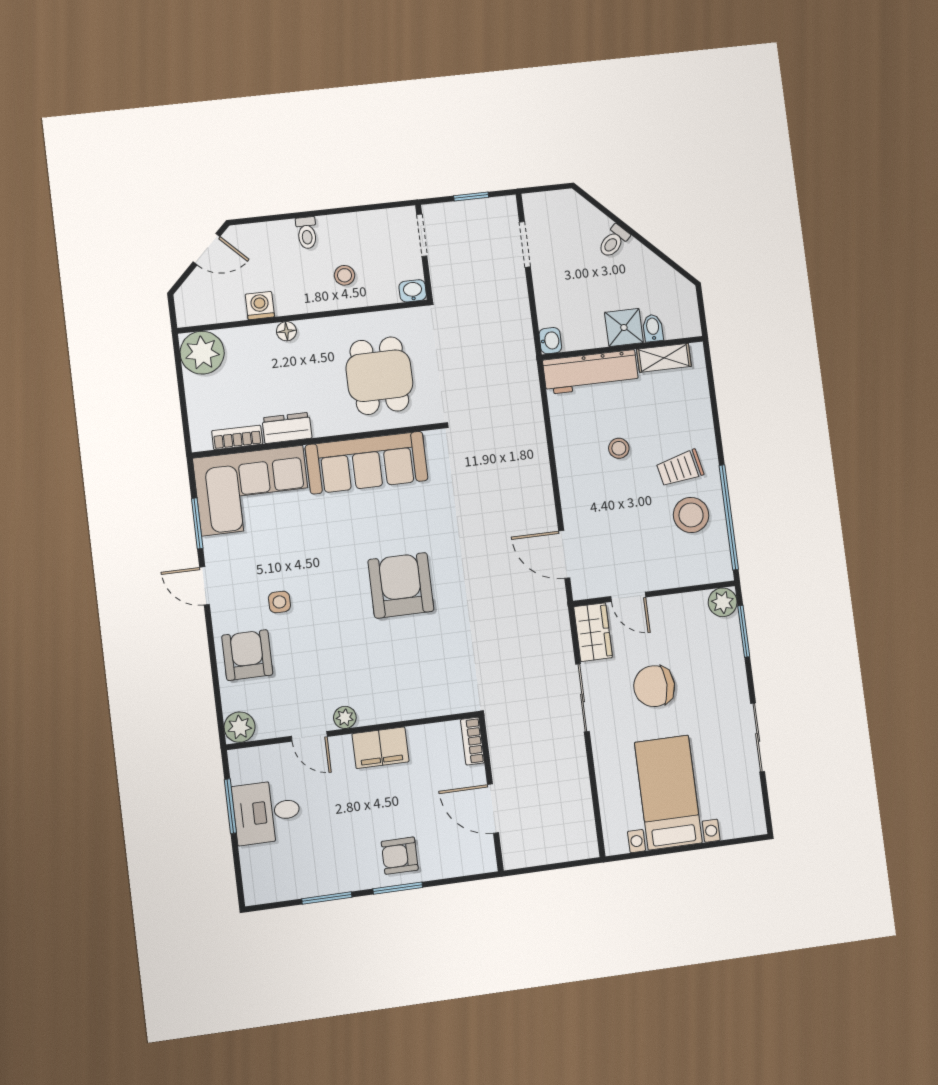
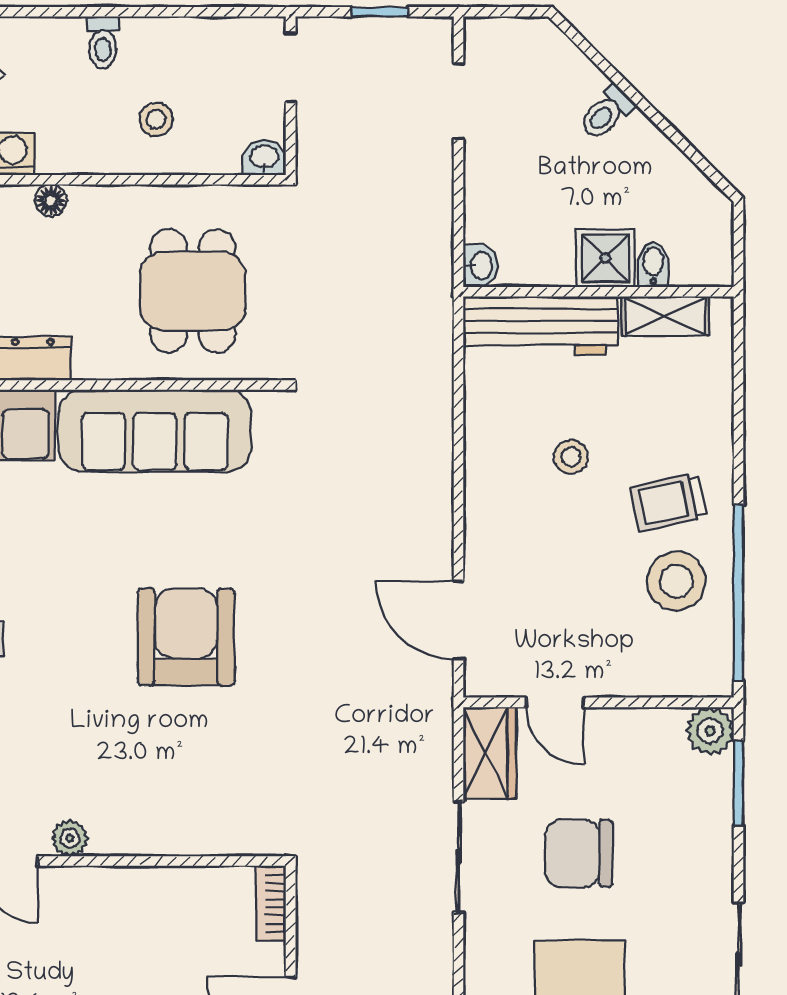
filing cabinet: (380, 748) -> (121, 894), removed

